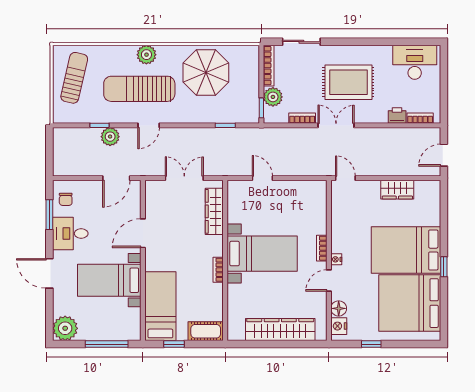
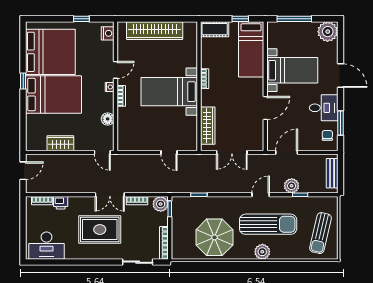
plant: (273, 97) -> (161, 204), moved
bench: (60, 152) -> (332, 173), added
floor lamp: (339, 308) -> (108, 119), moved

